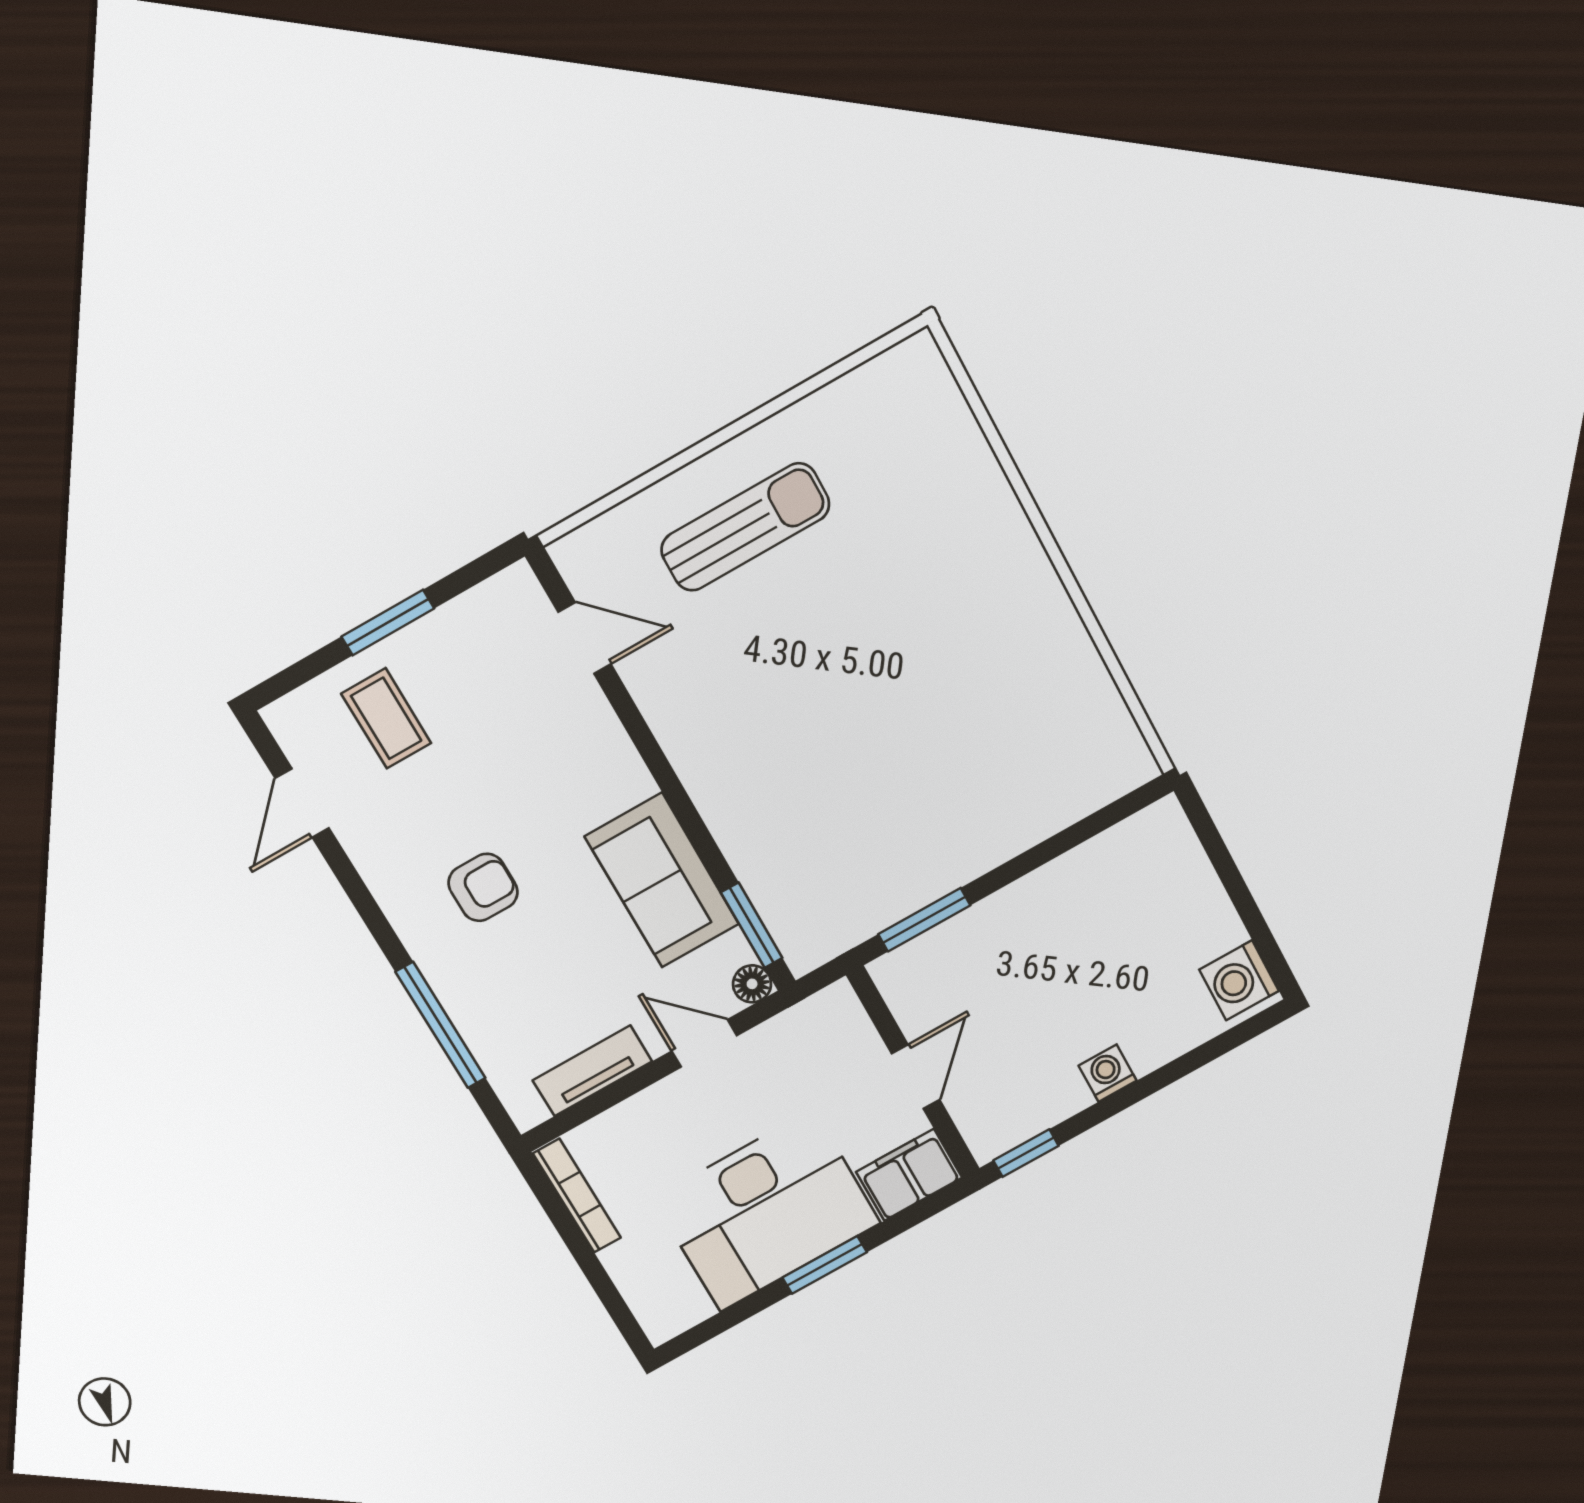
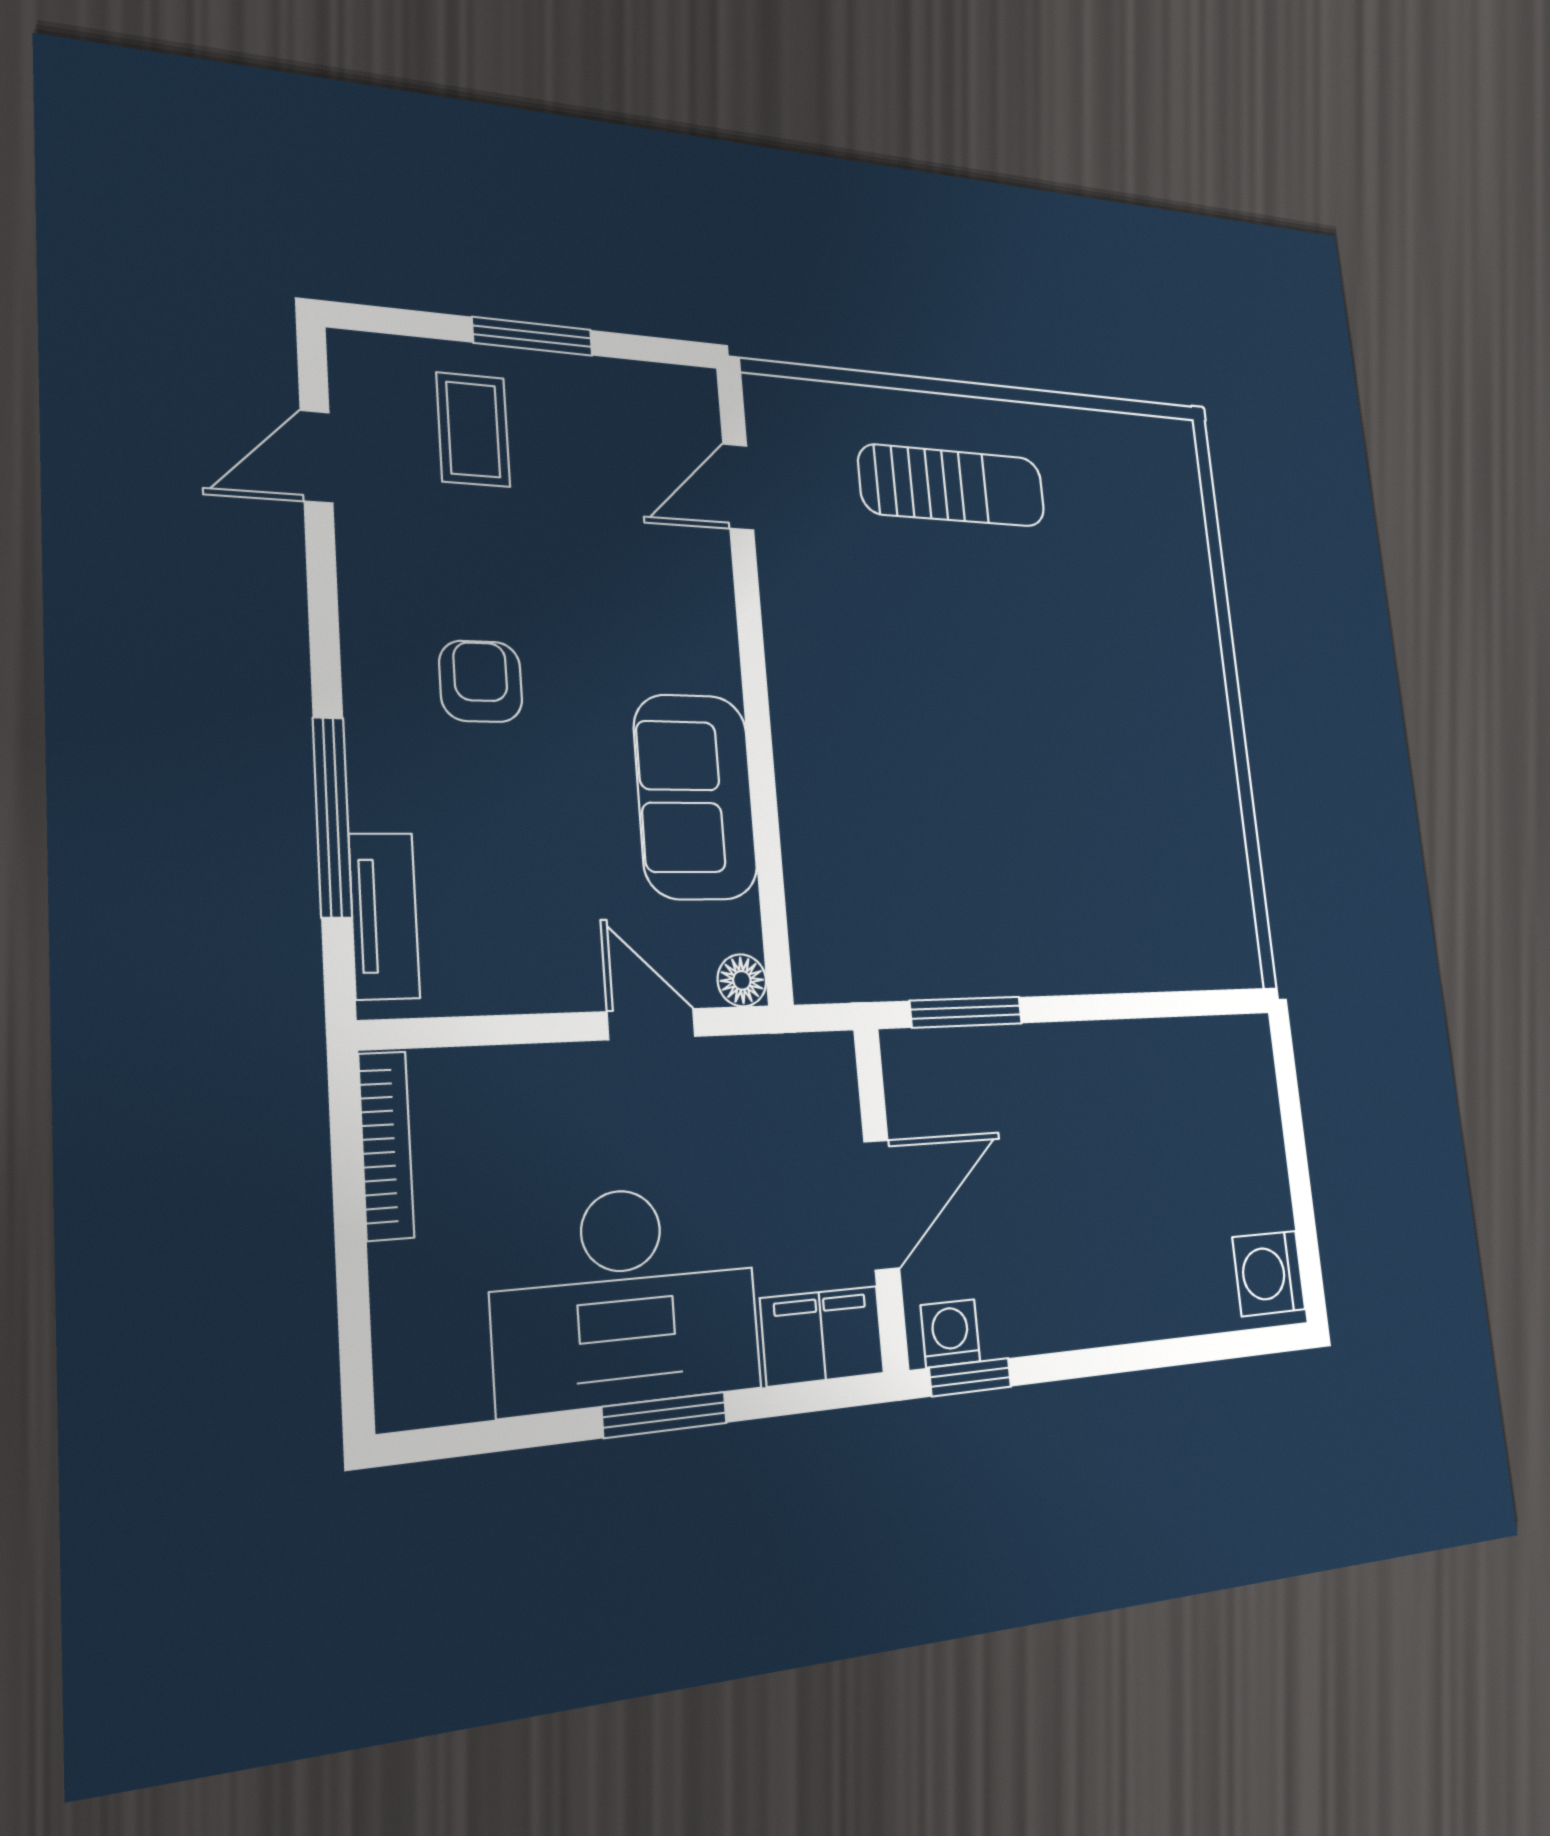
door: (585, 638) -> (738, 487), swing flipped
armchair: (483, 887) -> (481, 681), turned -90
window: (752, 925) -> (773, 909), removed
tv unit: (592, 1071) -> (384, 916), moved, turned 90
washing machine: (1108, 1073) -> (950, 1333), moved
door: (916, 1077) -> (882, 1205), width x1.38

